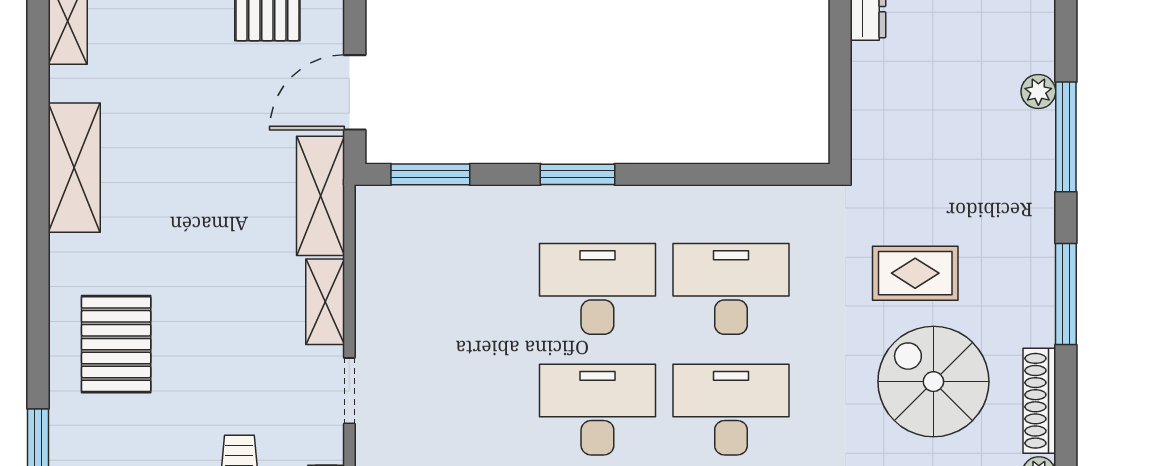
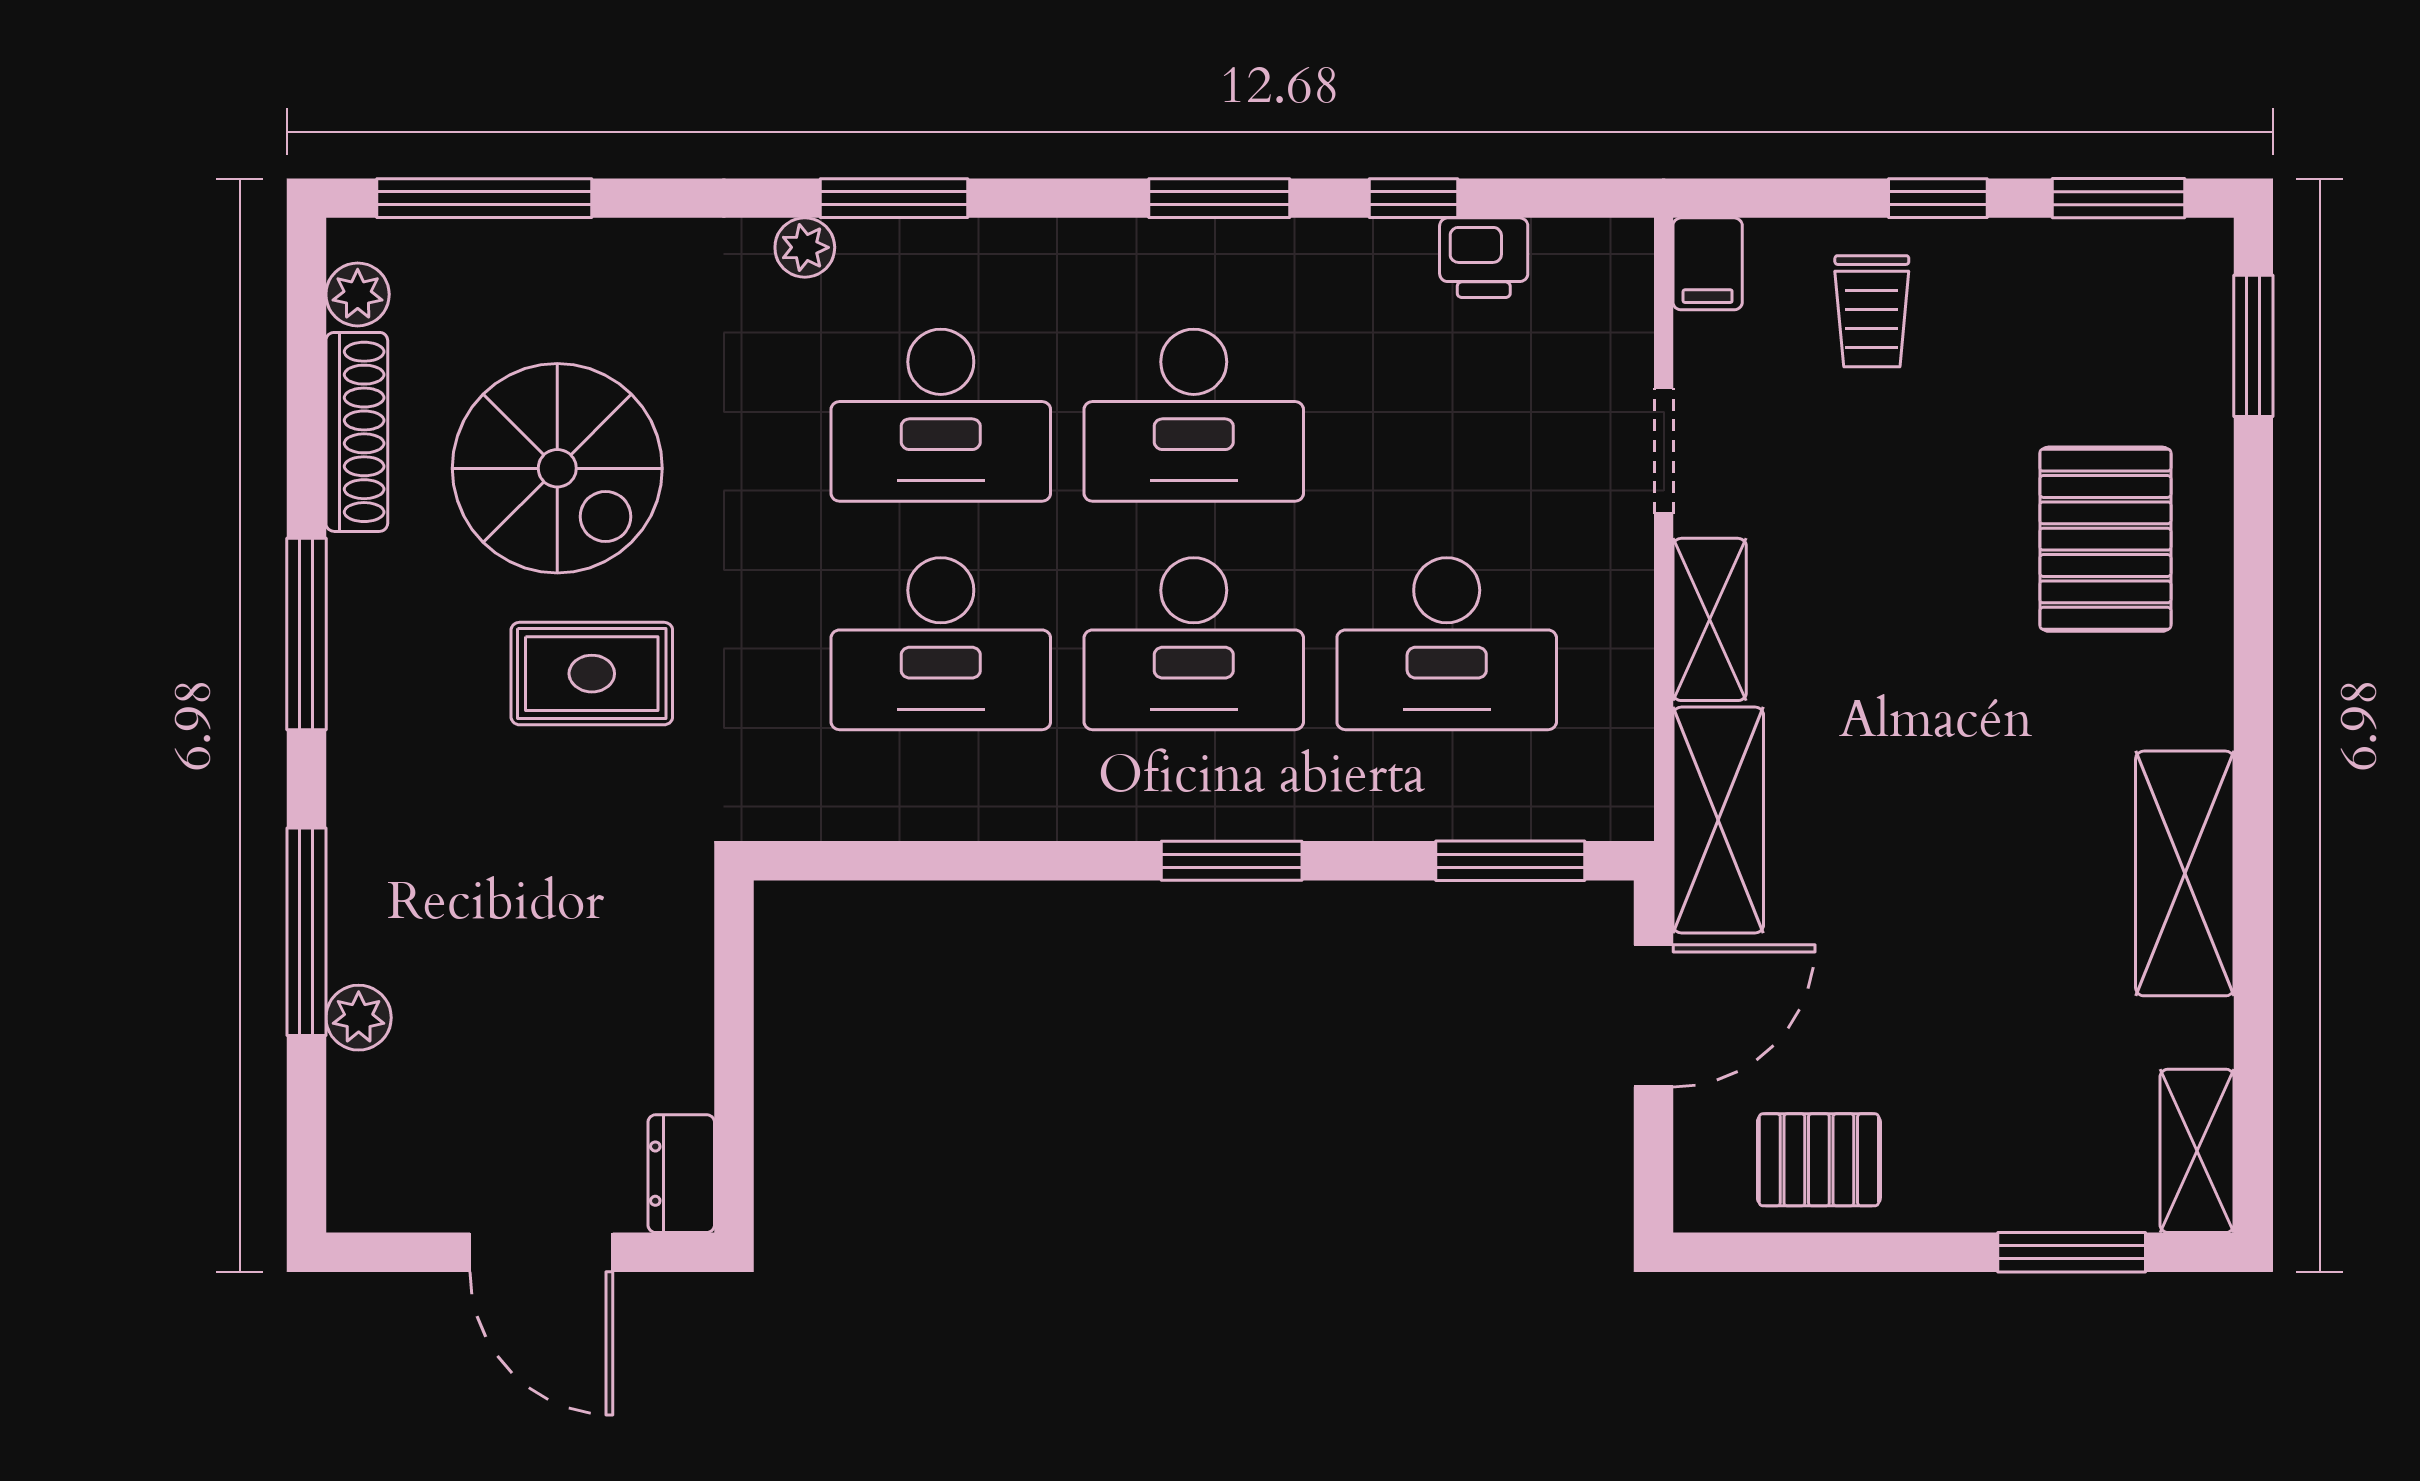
desk: (464, 289) -> (1447, 644), added

